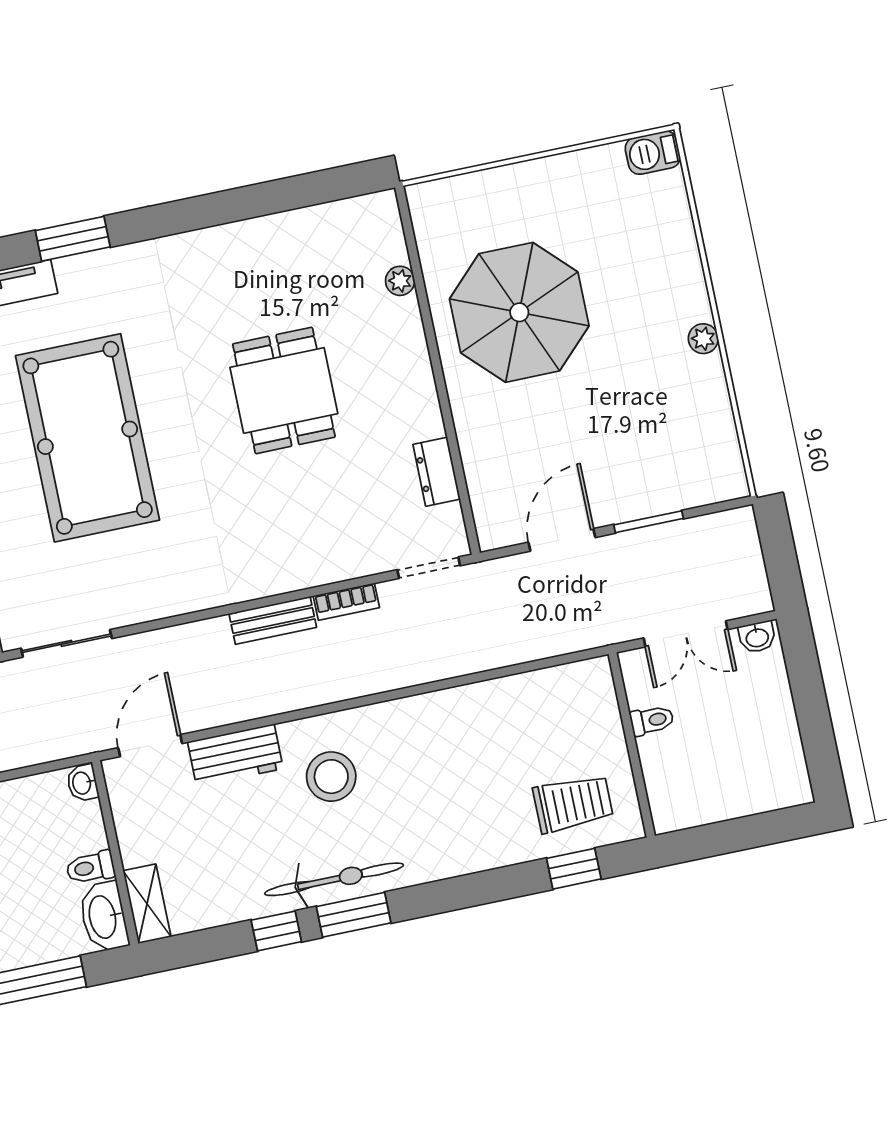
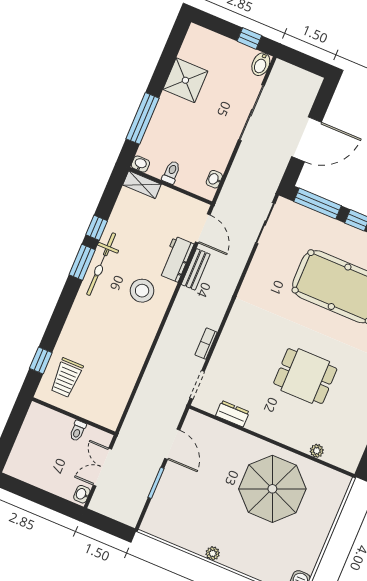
bench: (273, 620) -> (196, 269), moved
washbasin: (82, 783) -> (214, 179), moved, turned -90
washbasin: (104, 917) -> (140, 164), width x0.52, depth x0.69

